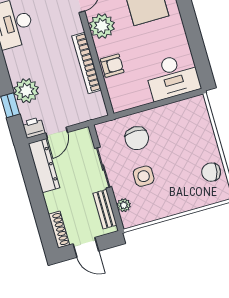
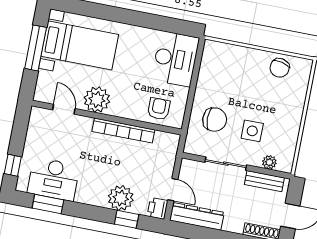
armchair: (112, 66) -> (159, 109), moved

